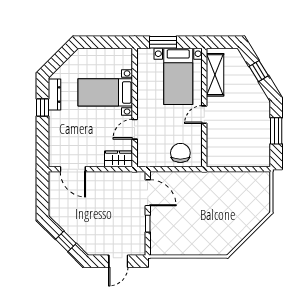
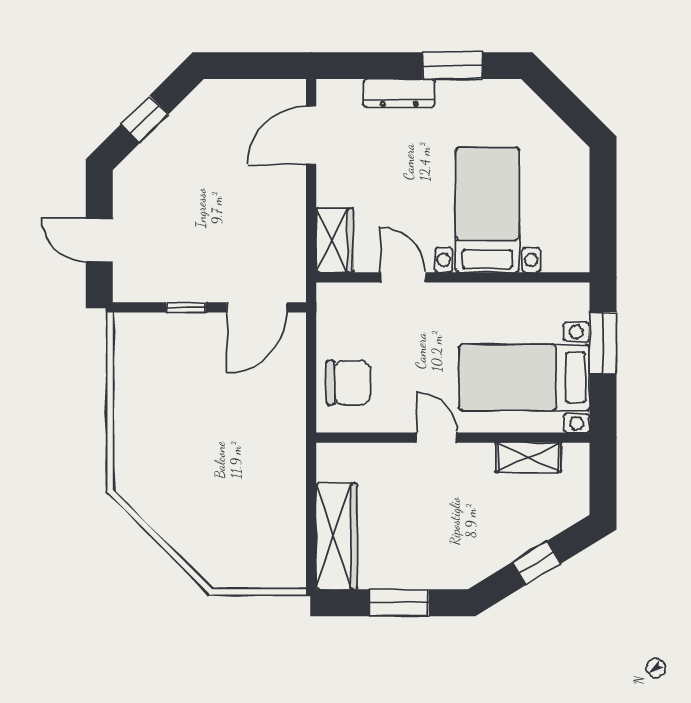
shelving: (215, 75) -> (528, 457), width x0.67, depth x0.75
dresser: (54, 95) -> (399, 93), moved
window: (43, 107) -> (453, 66), width x1.50
wardrobe: (247, 158) -> (337, 536), added

